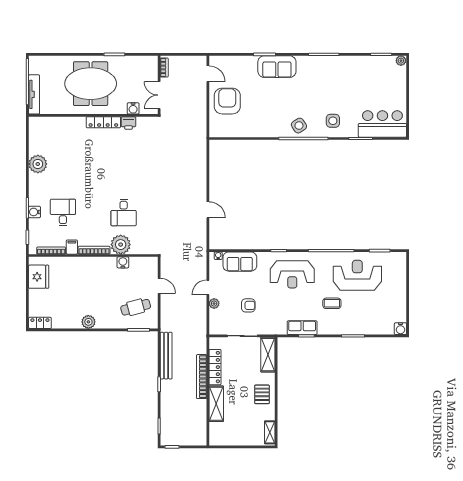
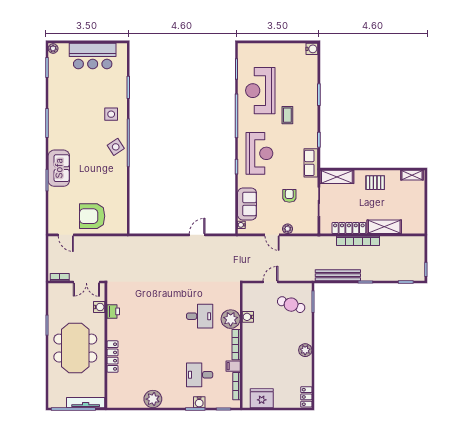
door: (208, 74) -> (66, 235), swing flipped
locker: (103, 122) -> (113, 357), moved
bar counter: (382, 124) -> (93, 56), moved, turned -90
cafe table: (136, 307) -> (291, 305), turned -55
row of seats: (302, 328) -> (311, 163), moved

